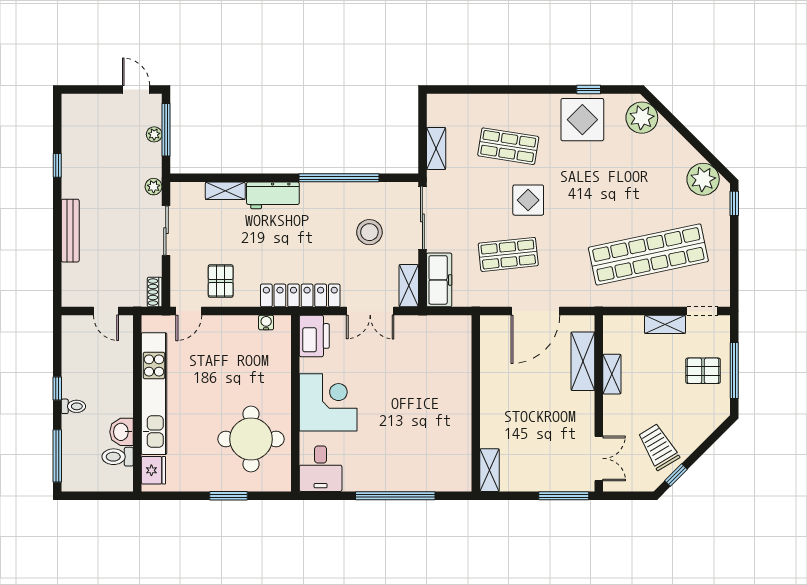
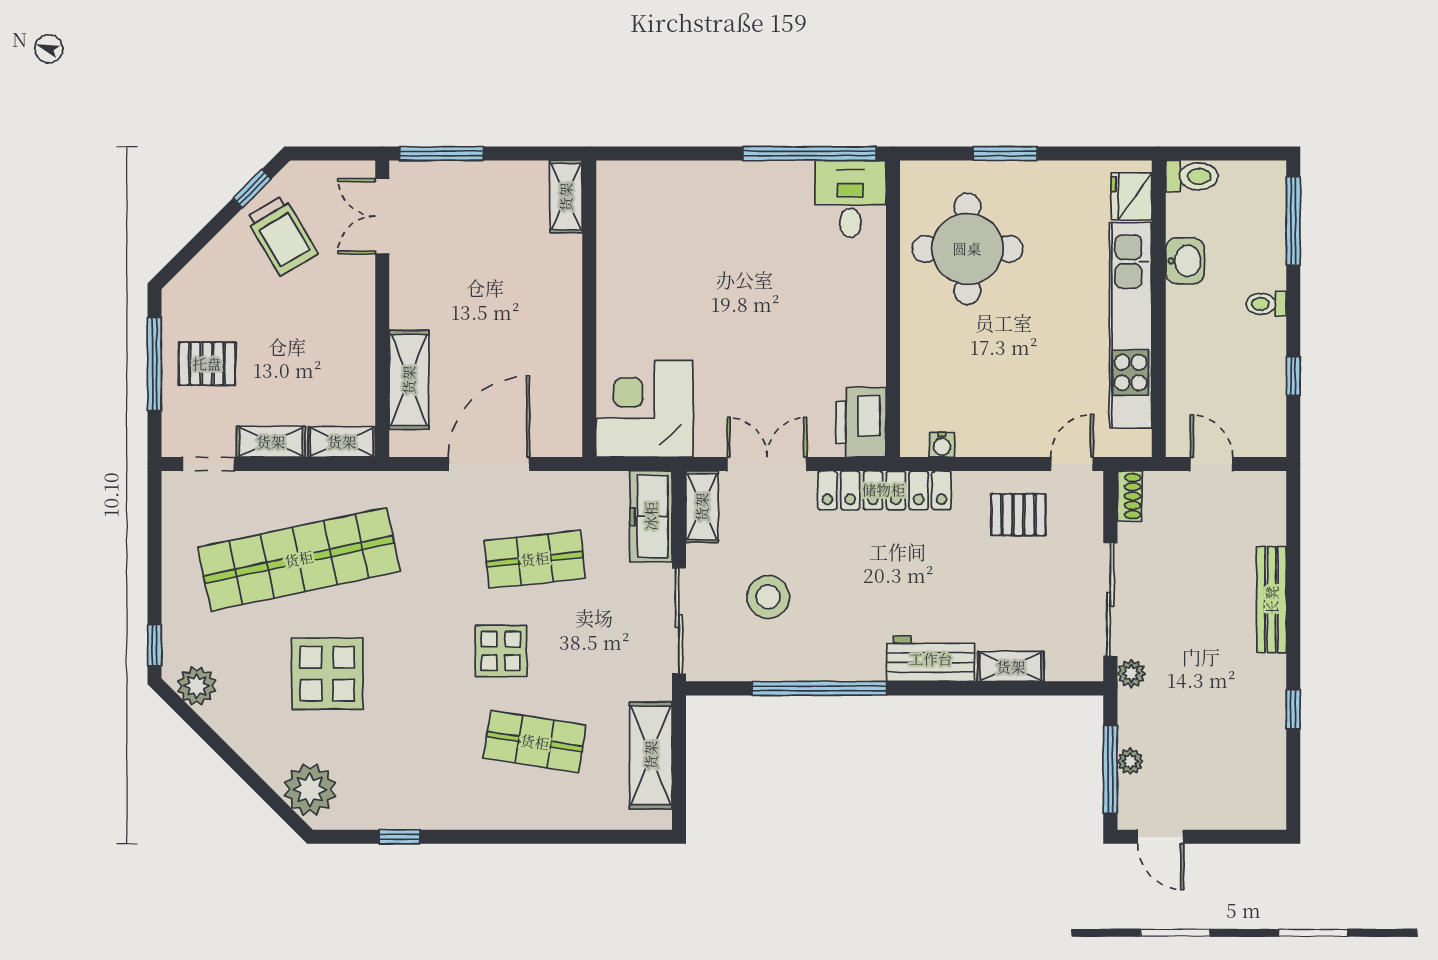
display table: (582, 120) -> (327, 674), moved
shelving: (436, 148) -> (651, 755), width x1.50, depth x1.33
plant: (703, 179) -> (197, 686), width x0.73, depth x0.73
sliding door: (166, 231) -> (1110, 600), width x1.37
pallet: (221, 281) -> (1018, 515), turned 90
shelving: (612, 374) -> (342, 442), moved, turned 90
window: (57, 389) -> (1293, 376), moved
corner desk: (328, 402) -> (645, 409), moved, turned 90
toilet: (118, 457) -> (1192, 176), moved
window: (395, 496) -> (809, 154), moved

